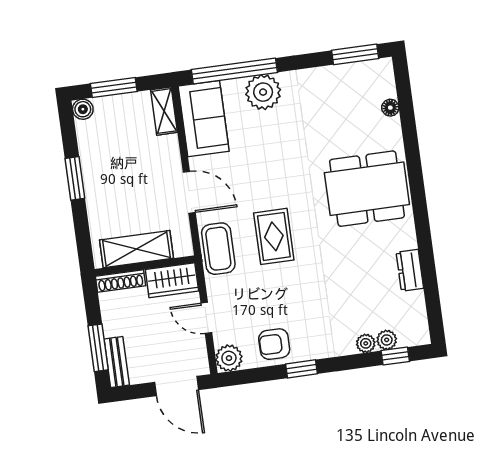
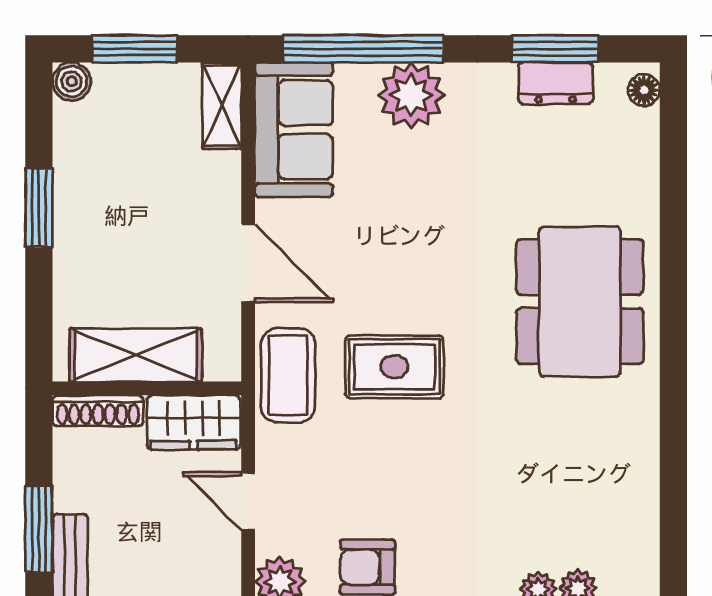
window: (355, 54) -> (555, 49), moved
floor lamp: (390, 108) -> (644, 90), moved
dining table: (367, 189) -> (580, 302), turned 90
rug: (274, 236) -> (394, 367), turned 90
dresser: (410, 270) -> (556, 83), moved, turned -90

